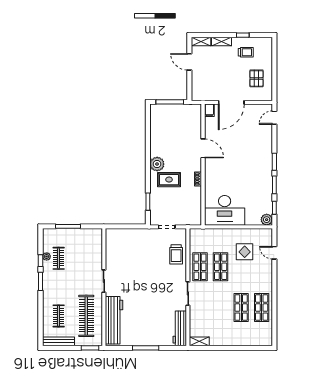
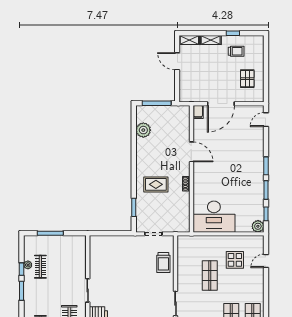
plant: (157, 164) -> (143, 130), moved
door: (274, 253) -> (266, 261), hinge flipped
shop shelf: (200, 267) -> (188, 276), removed

